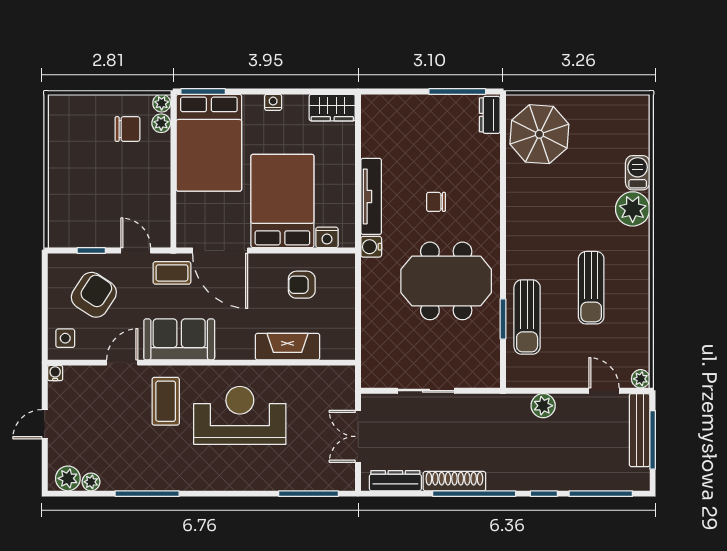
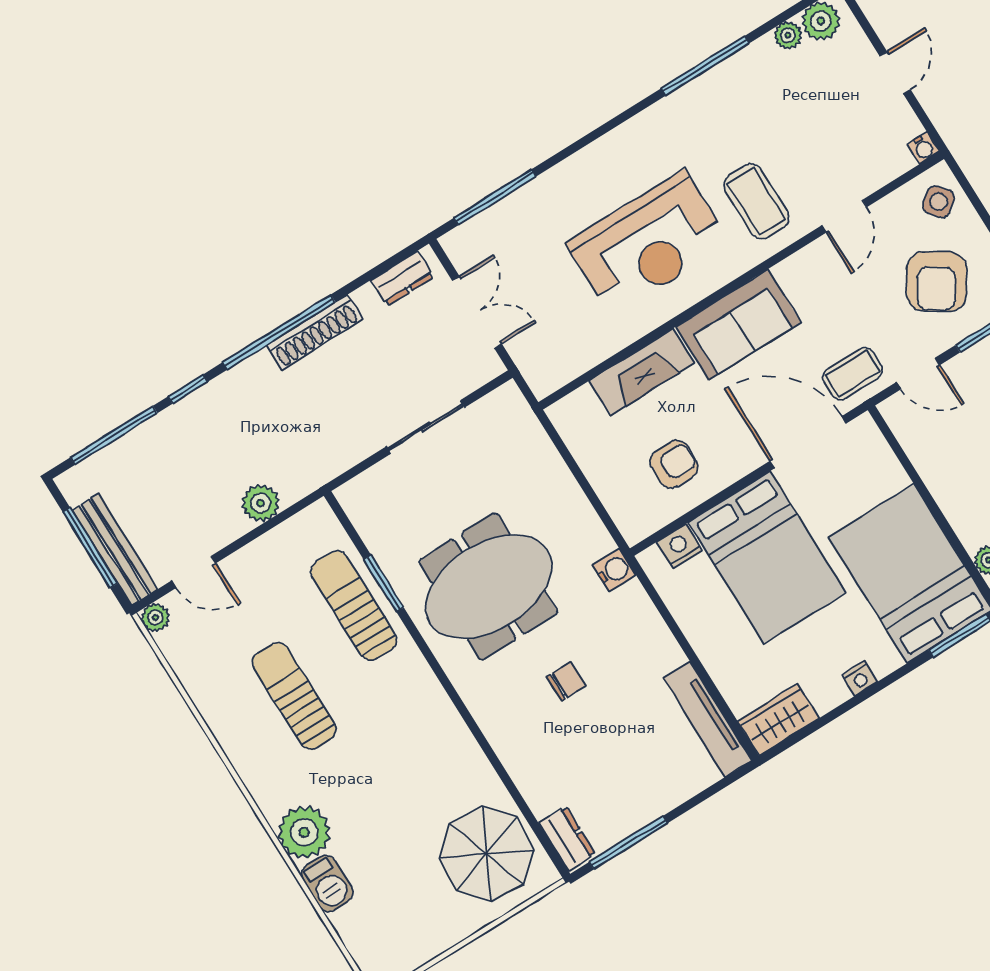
tv unit: (371, 196) -> (707, 719), moved
side table: (65, 338) -> (939, 202), turned -38
sofa: (179, 339) -> (738, 325), moved
dresser: (395, 481) -> (402, 278), width x0.70

